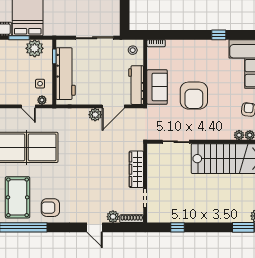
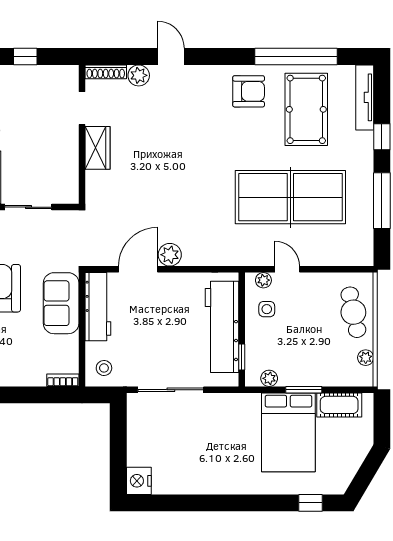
plant: (35, 48) -> (269, 378), width x0.53, depth x0.53
wardrobe: (136, 169) -> (97, 148), width x0.67

